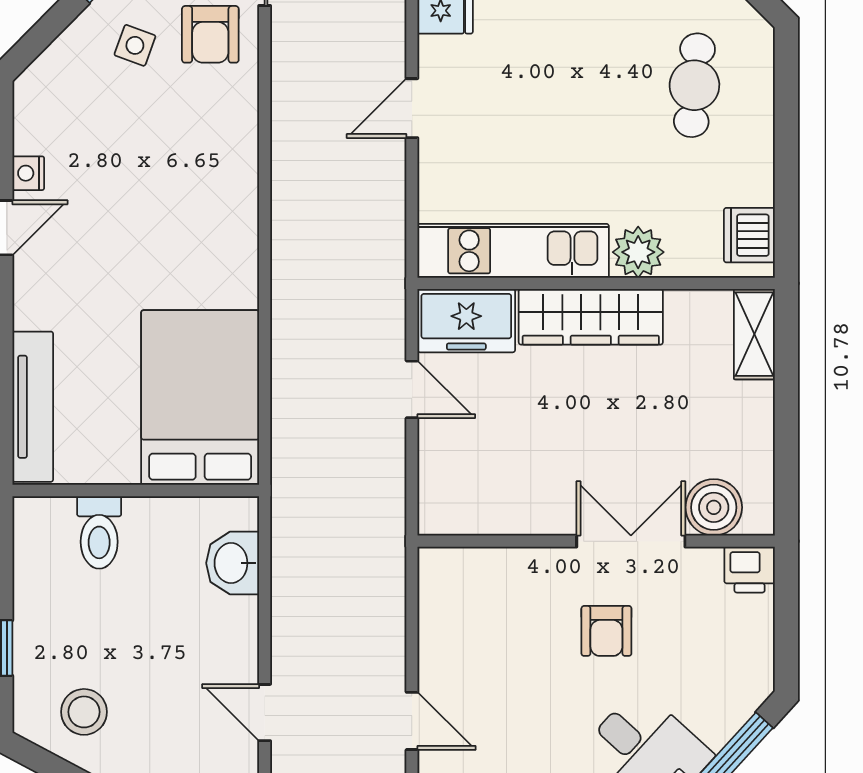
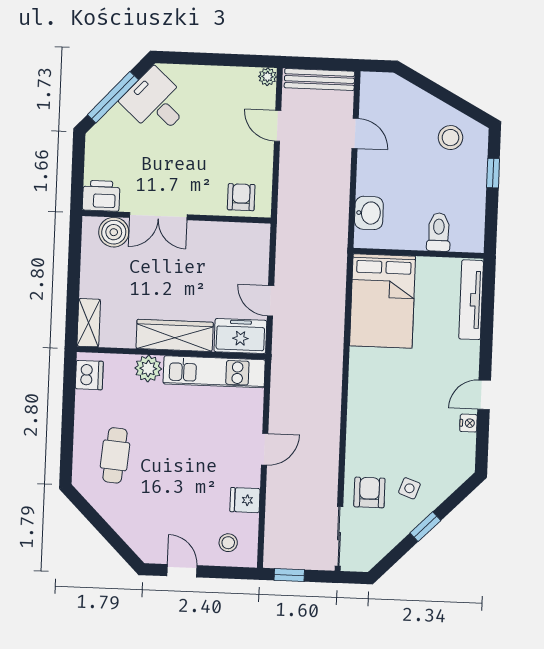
printer: (750, 570) -> (101, 196), width x1.36, depth x1.24
armchair: (606, 631) -> (241, 197), moved

